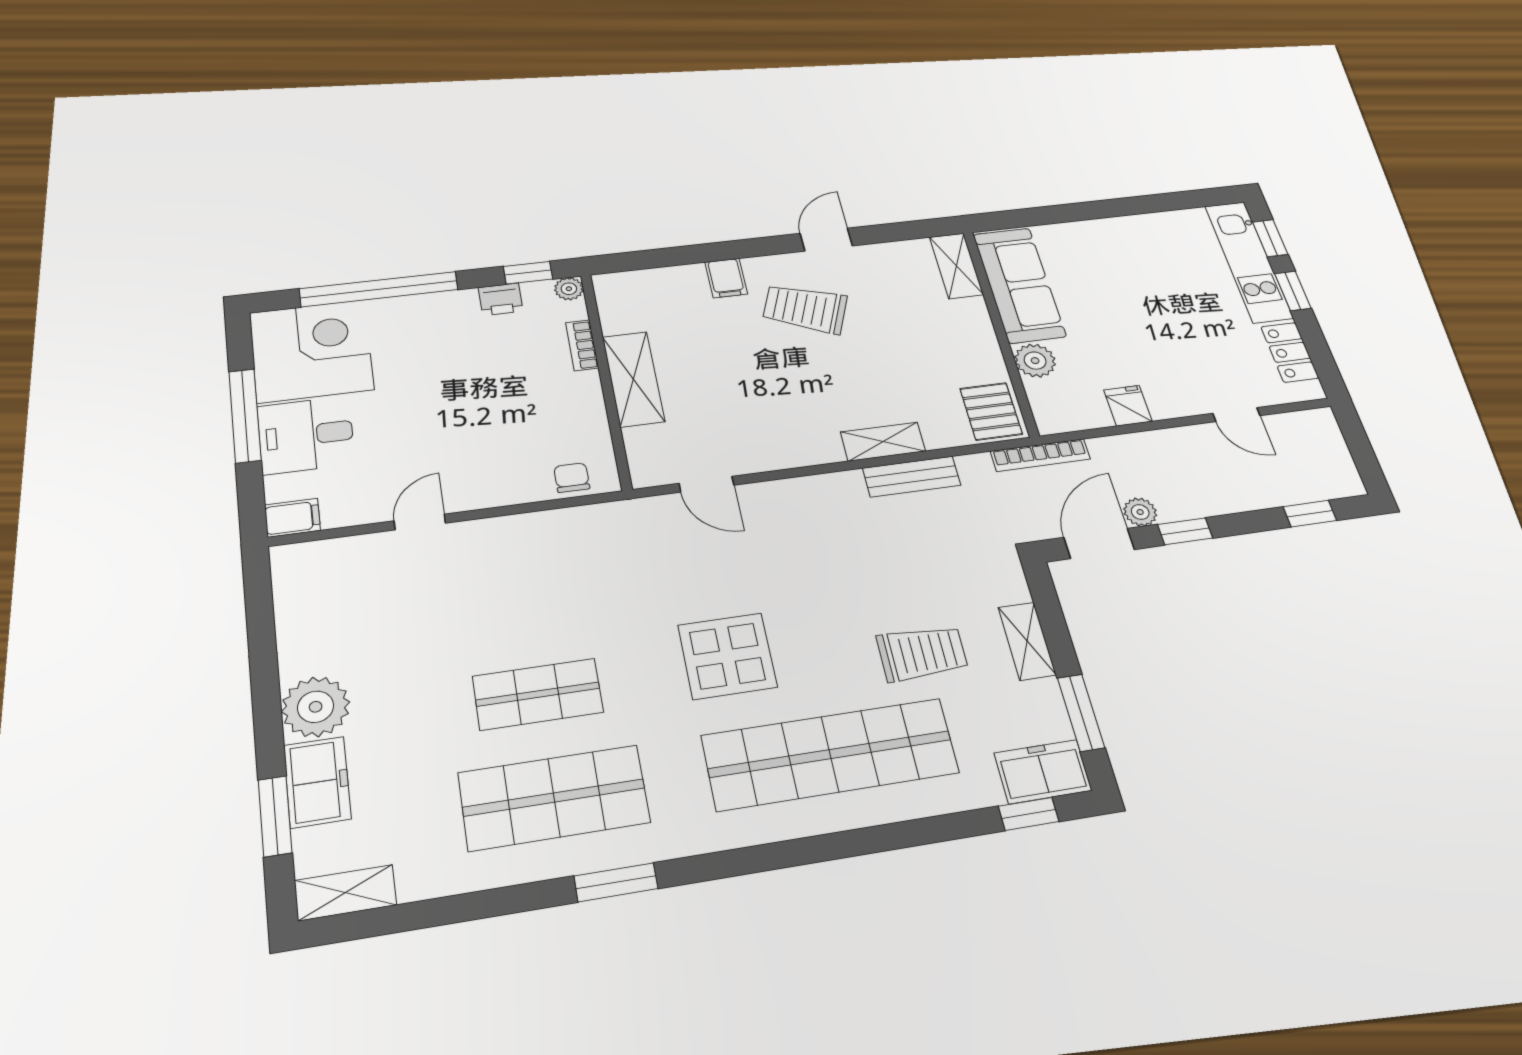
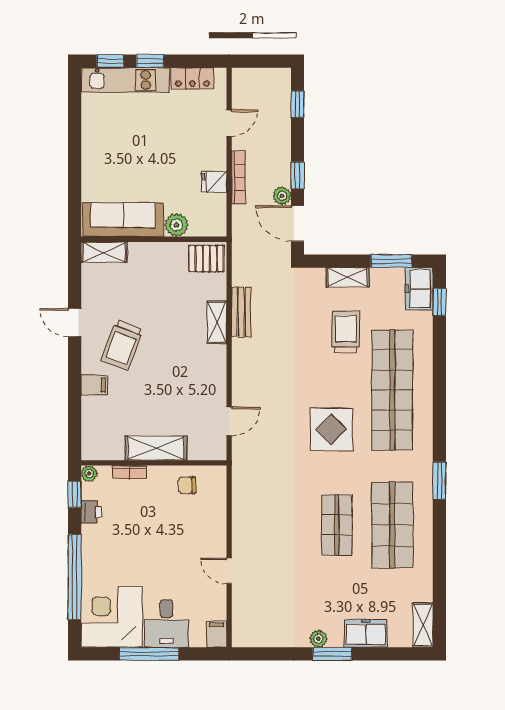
bookcase: (1040, 455) -> (238, 177), moved
chair: (572, 478) -> (187, 485), moved
plant: (316, 707) -> (318, 639), width x0.53, depth x0.53
window: (275, 816) -> (332, 654), moved
window: (616, 882) -> (439, 480), moved

